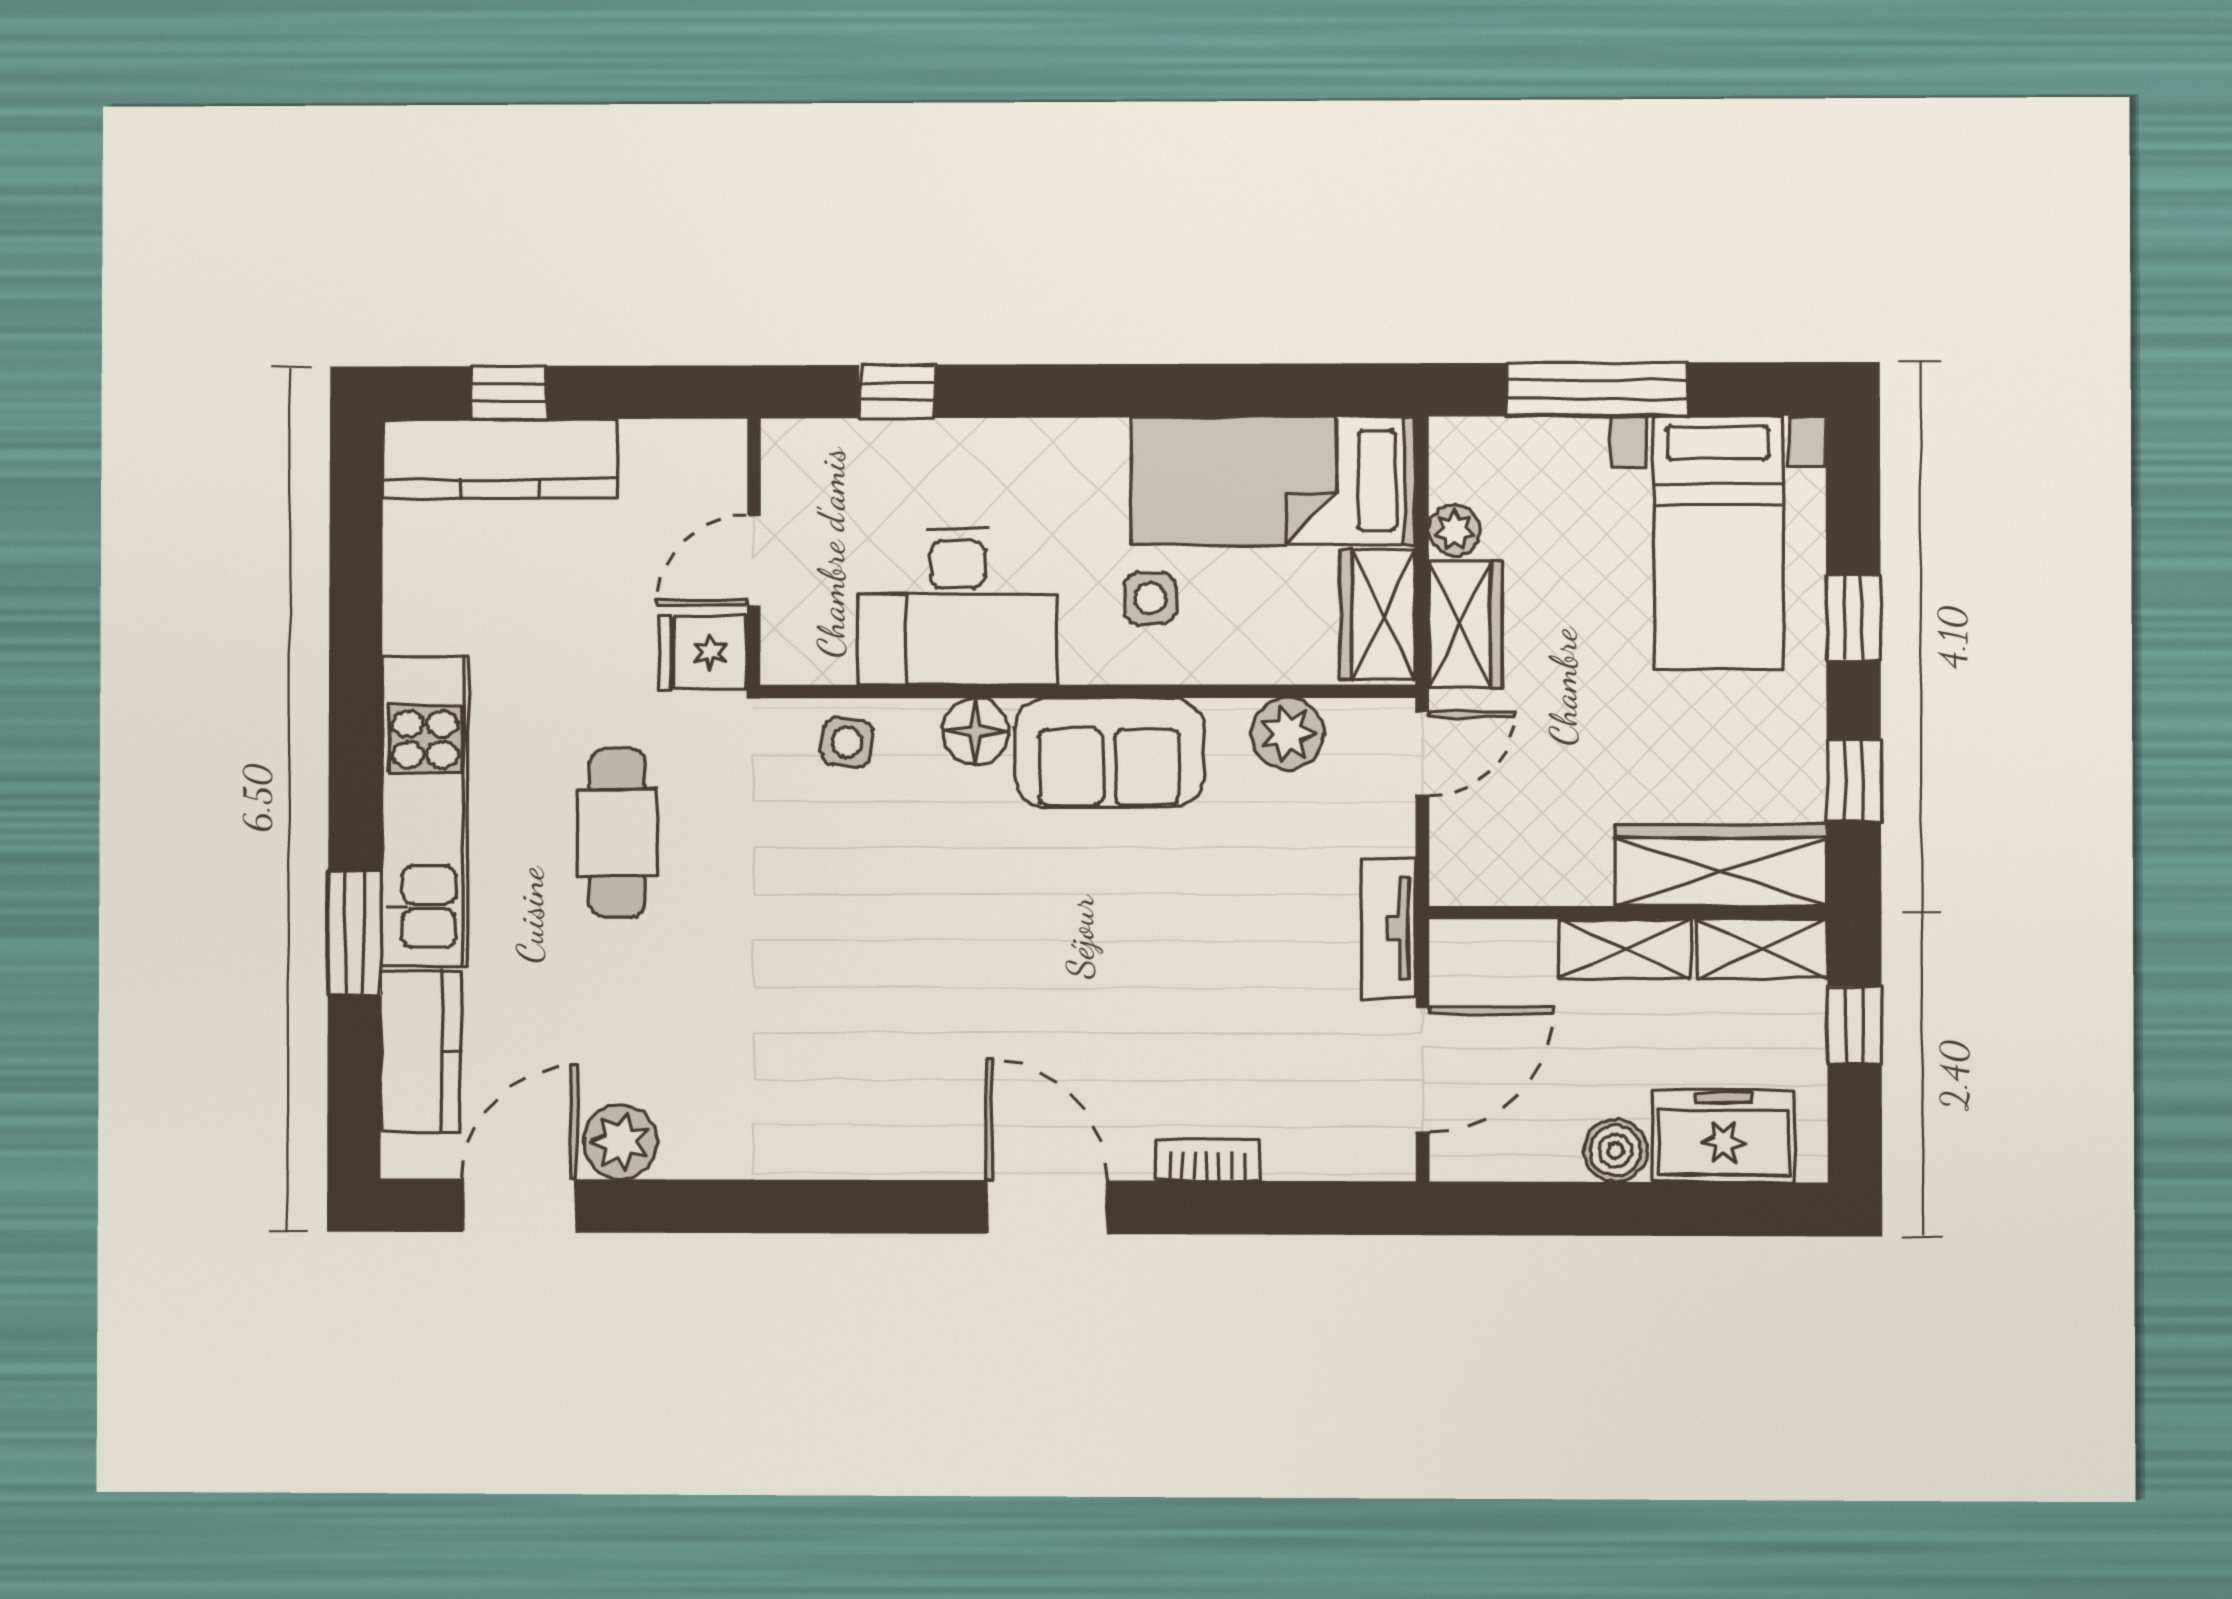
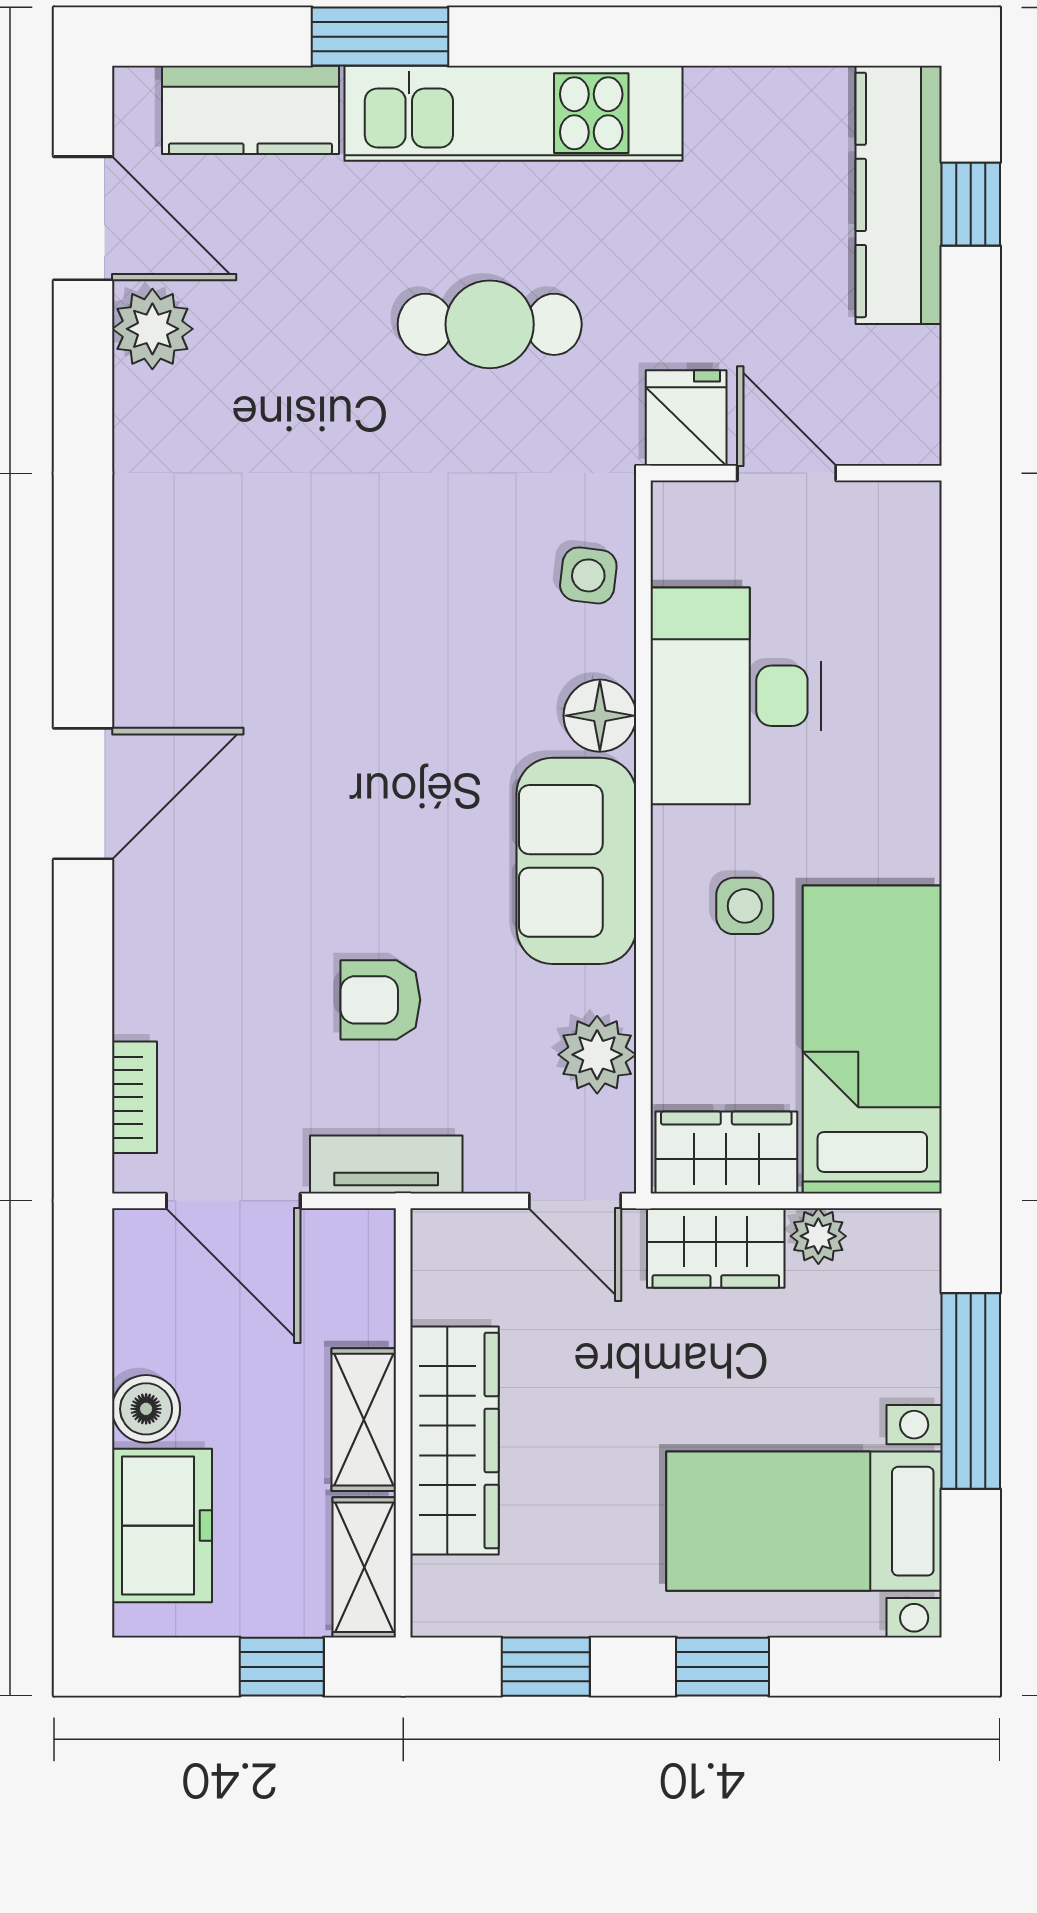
window: (897, 391) -> (971, 630), removed
wardrobe: (1721, 865) -> (455, 1440), moved
armchair: (1237, 933) -> (380, 1000), added
bookcase: (1207, 1160) -> (134, 1097), moved

